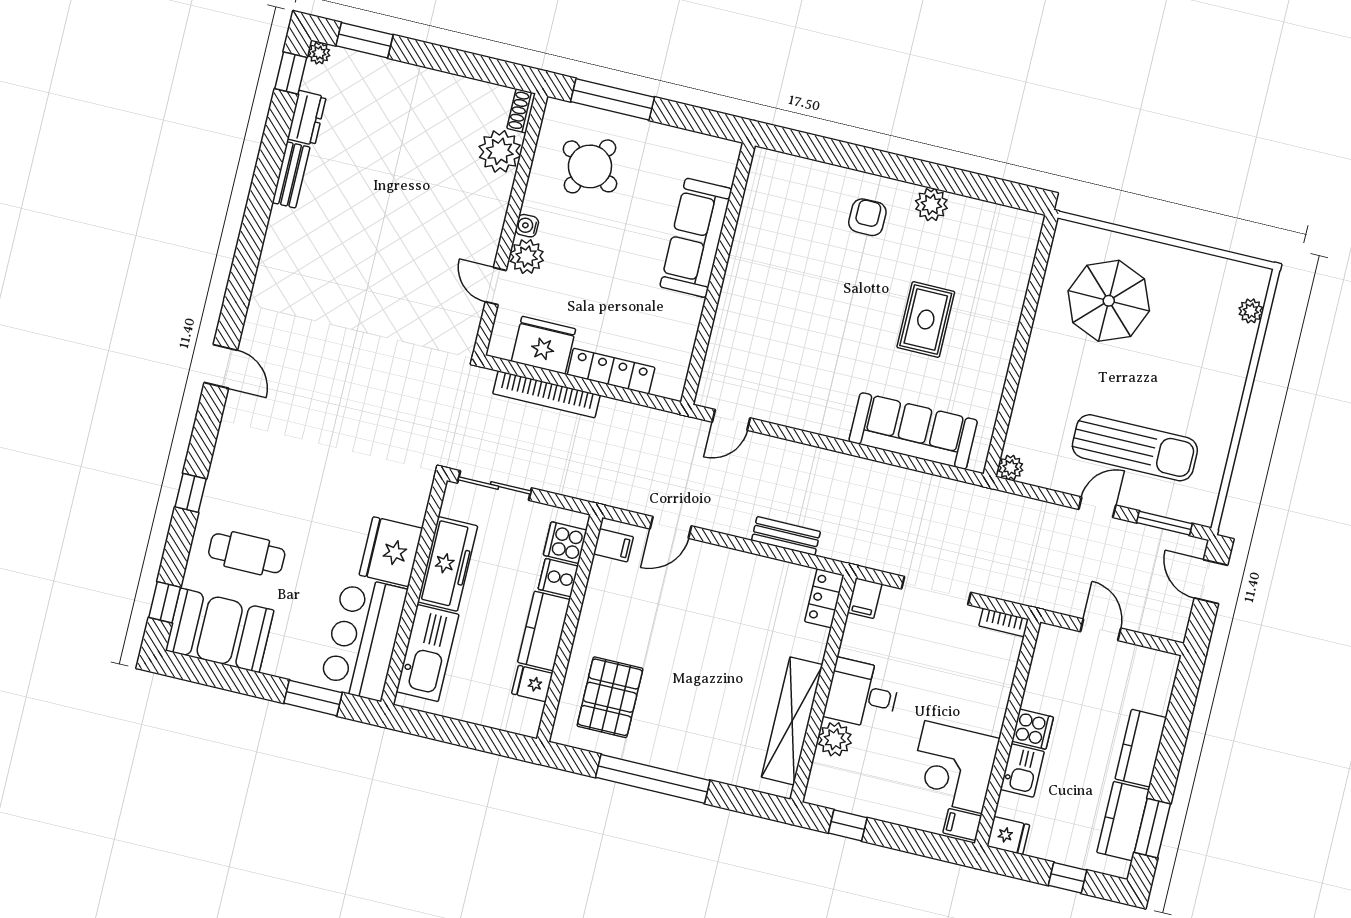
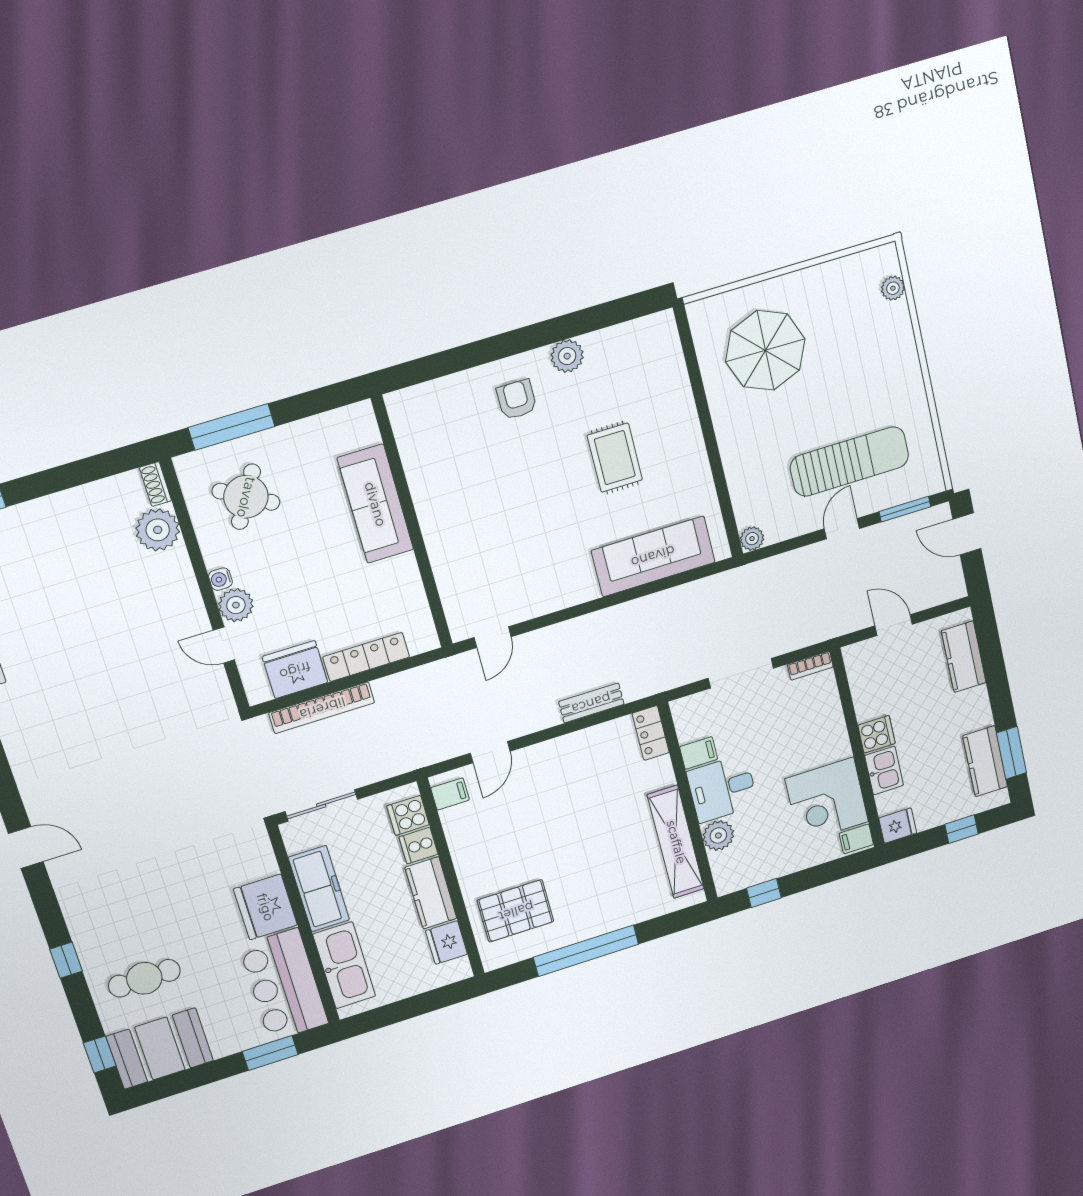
filing cabinet: (865, 598) -> (699, 753), moved, turned -90
fridge: (532, 684) -> (446, 942), width x1.38
pallet: (610, 697) -> (516, 911), turned 90
kitchen counter: (1141, 748) -> (964, 657), moved

